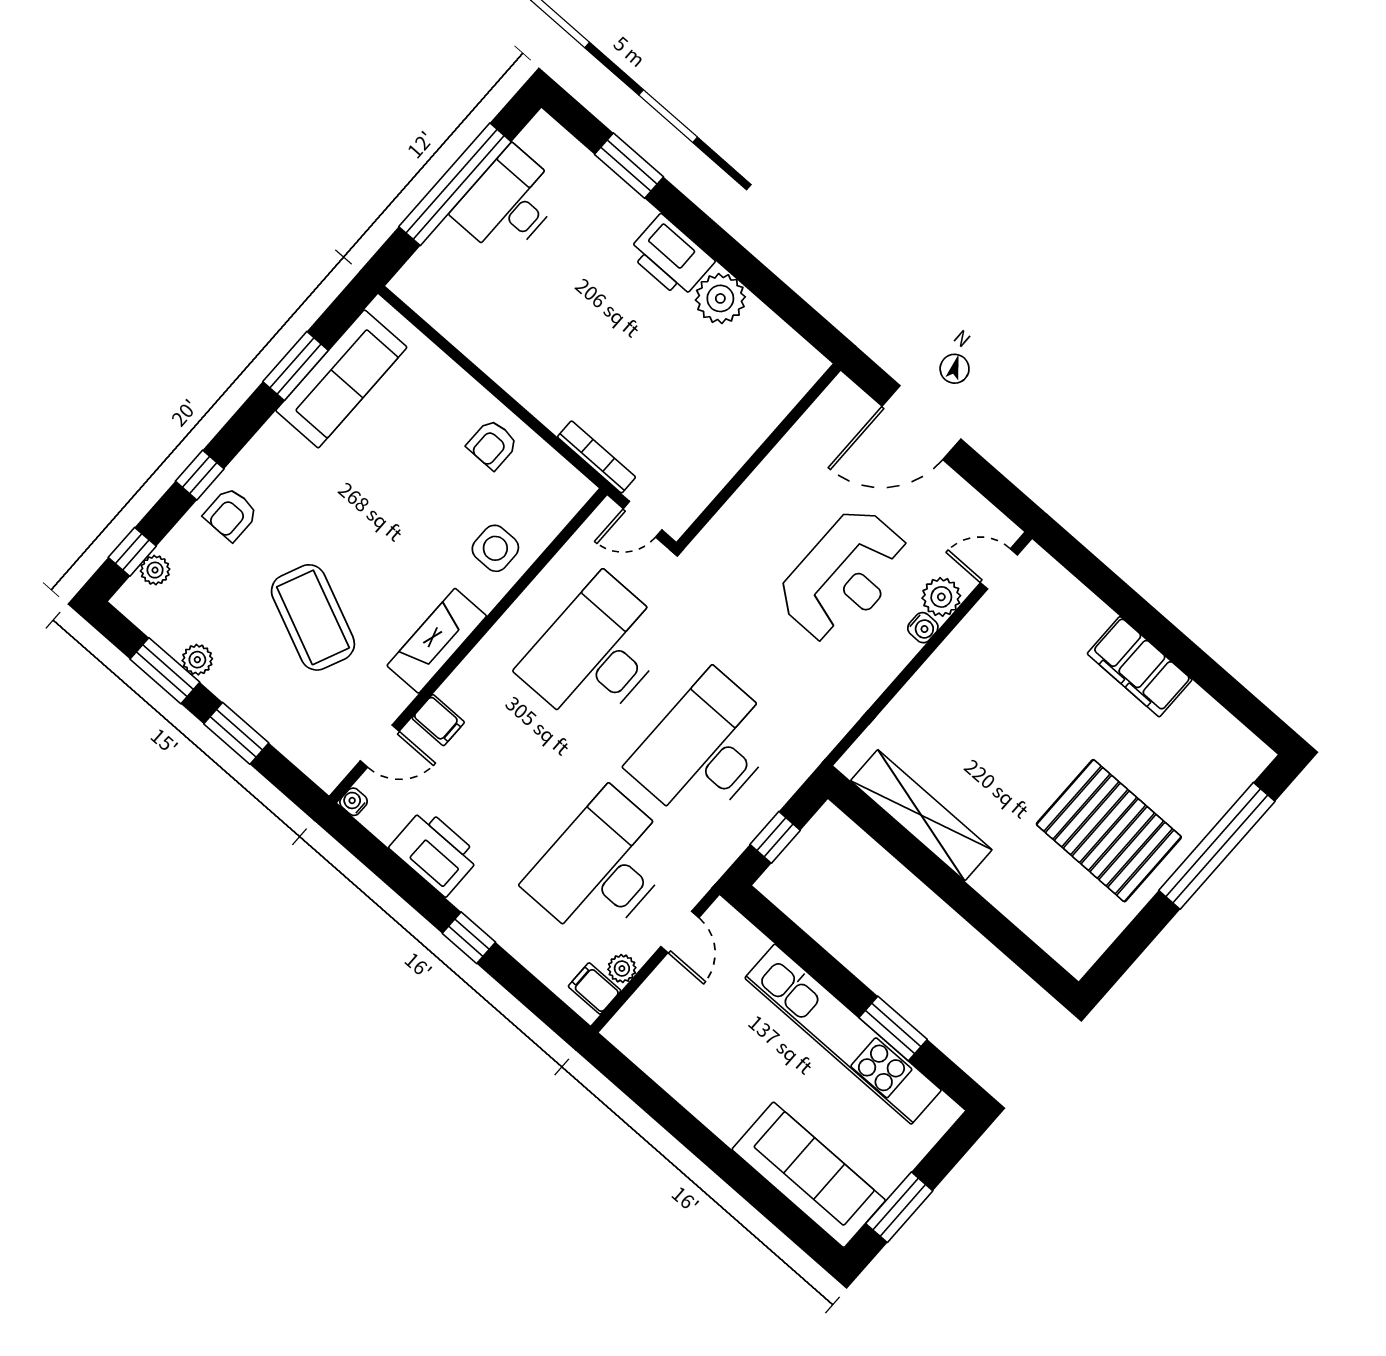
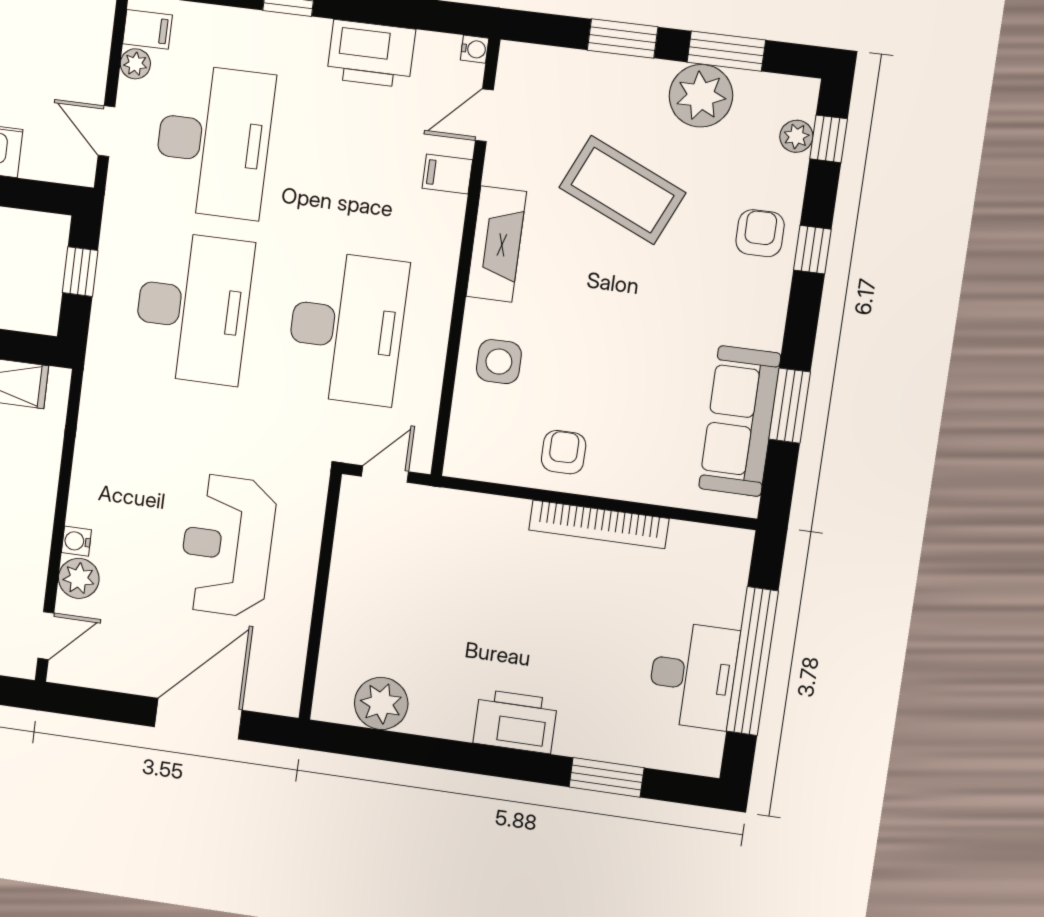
plant: (720, 298) -> (381, 703), moved
bookcase: (597, 457) -> (599, 524), moved, width x1.48, depth x1.31
reception desk: (844, 576) -> (227, 546), moved
plant: (197, 660) -> (701, 96), width x1.88, depth x1.88

